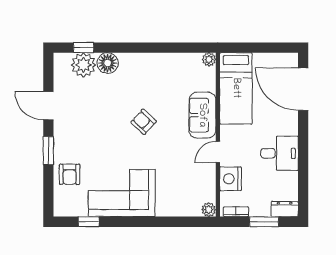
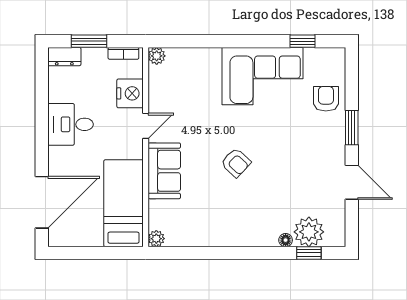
floor lamp: (108, 63) -> (286, 240), width x0.53, depth x0.53
door: (303, 89) -> (42, 202), hinge flipped

